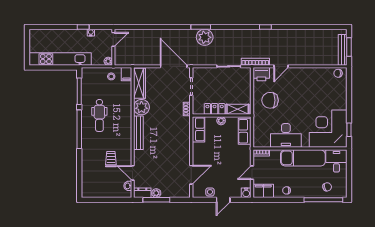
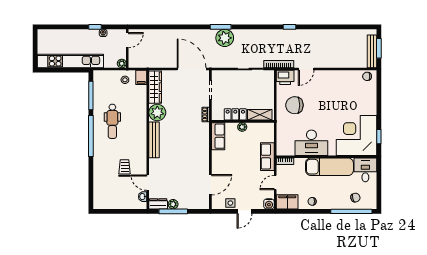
row of seats: (245, 131) -> (267, 157), moved

